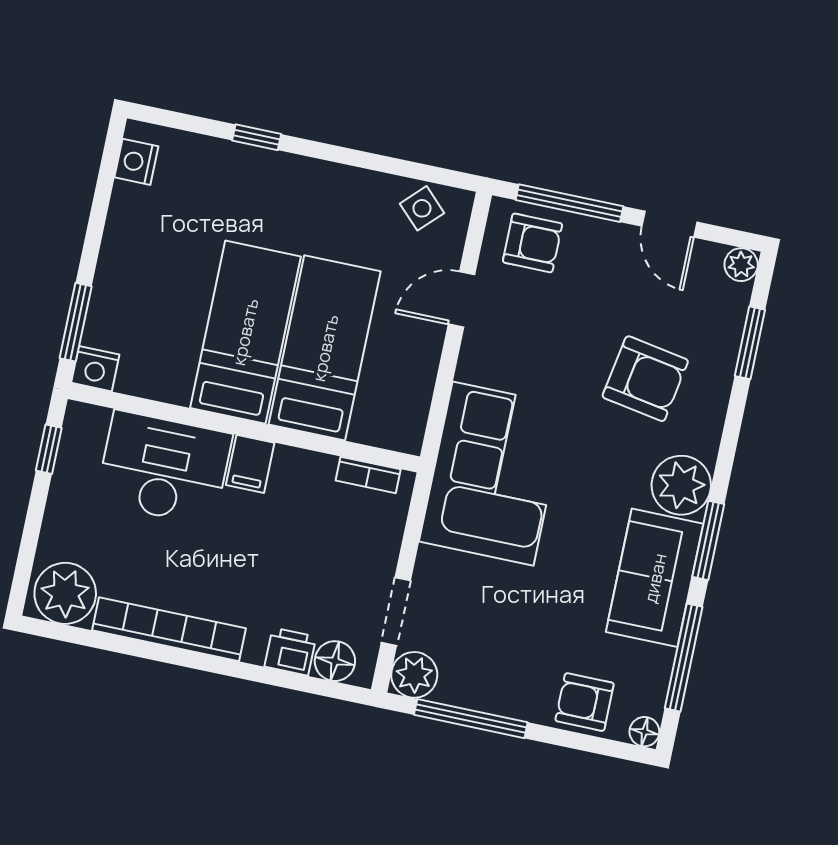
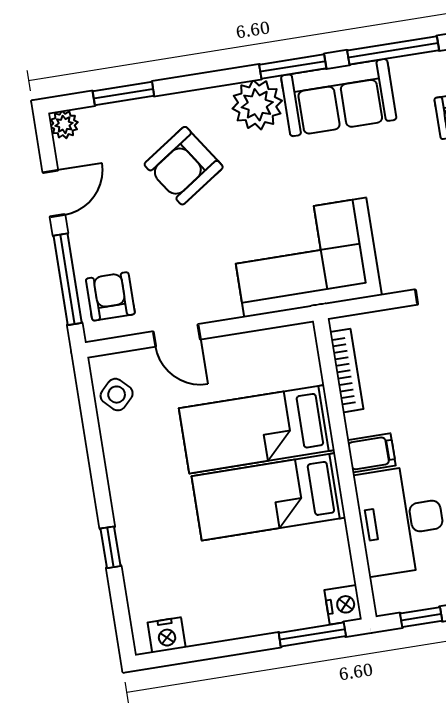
armchair: (645, 379) -> (184, 166), turned -134
bookcase: (368, 475) -> (347, 371), width x1.56

